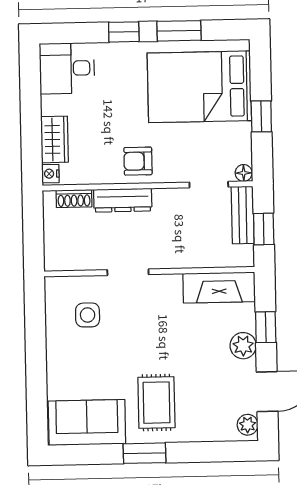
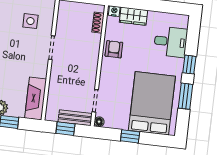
desk: (67, 68) -> (171, 42), moved, turned 90
armchair: (138, 161) -> (114, 49), moved
dresser: (123, 200) -> (93, 50), removed

